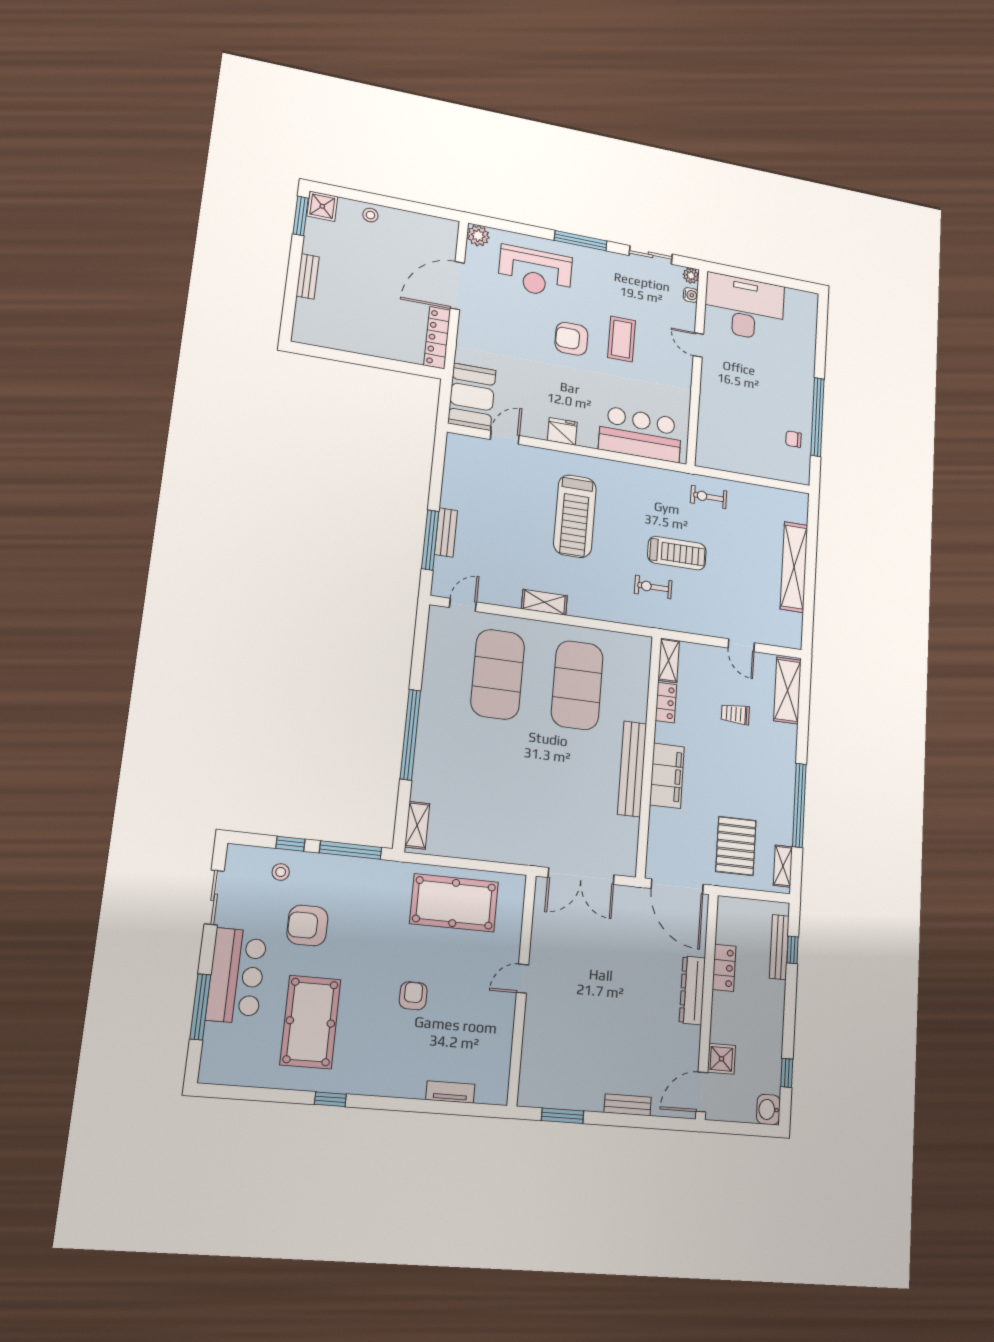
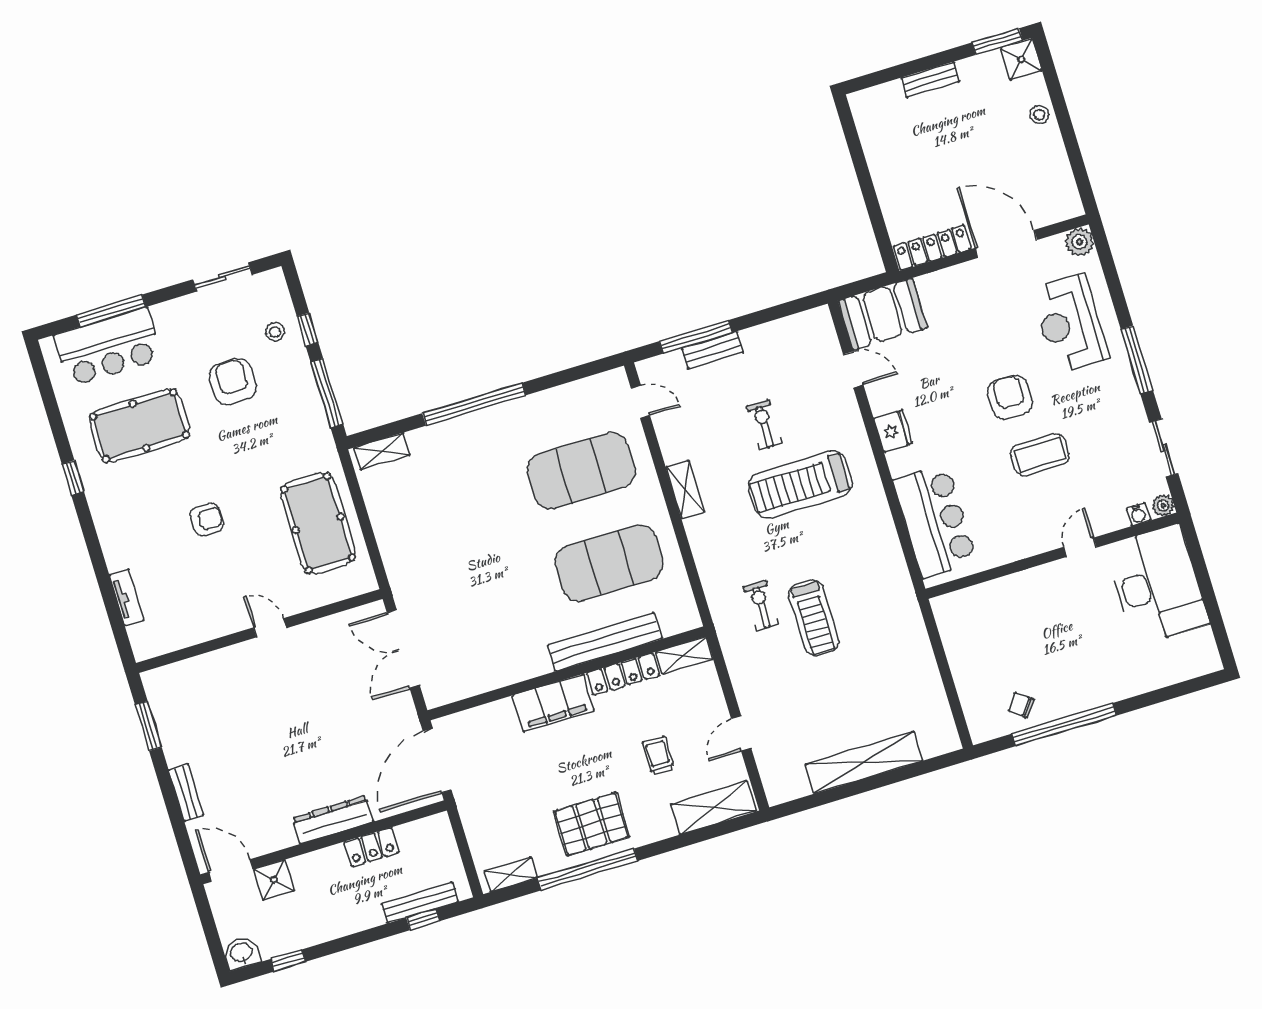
chair: (793, 439) -> (1021, 705), turned -53
exercise bike: (709, 497) -> (764, 425), moved
locker: (666, 703) -> (623, 674), width x1.53
bench: (632, 769) -> (605, 642), moved
pallet: (736, 846) -> (591, 824), moved
bar counter: (236, 976) -> (108, 347), moved

